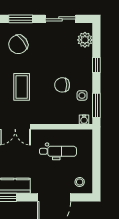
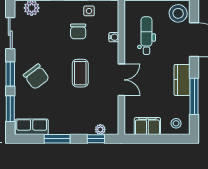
coffee table: (22, 87) -> (80, 73), turned 90
water cooler: (84, 120) -> (114, 37), moved
stool: (80, 182) -> (178, 13), width x1.89, depth x1.89

